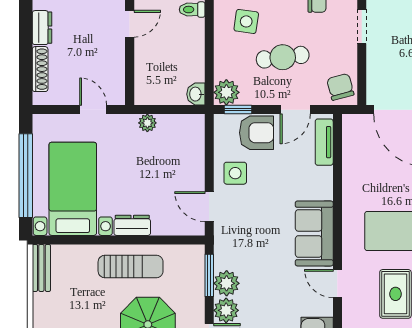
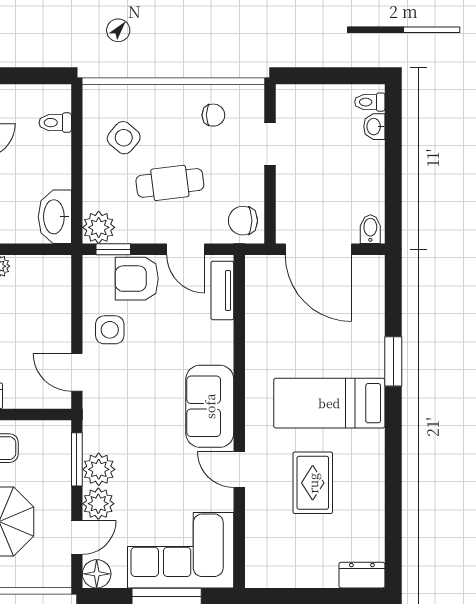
side table: (246, 21) -> (124, 138), turned 32
chair: (340, 87) -> (243, 221), turned -75
washbasin: (196, 94) -> (55, 217), width x1.91, depth x1.45
door: (295, 110) -> (186, 249), hinge flipped
armchair: (257, 133) -> (137, 279), turned 180

